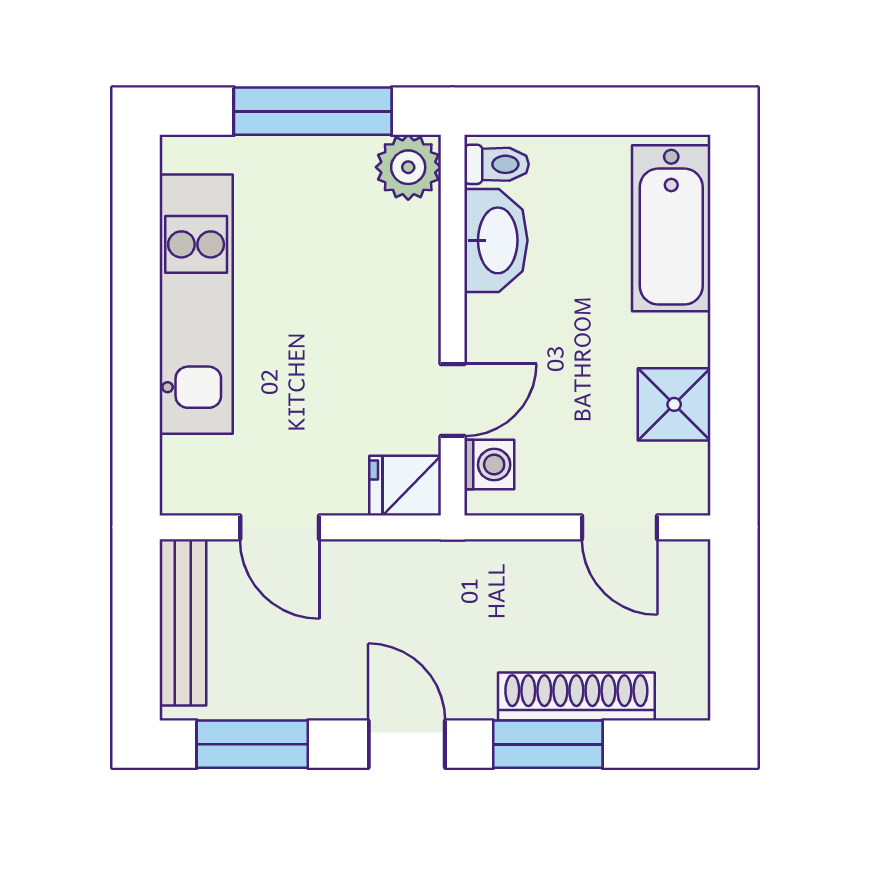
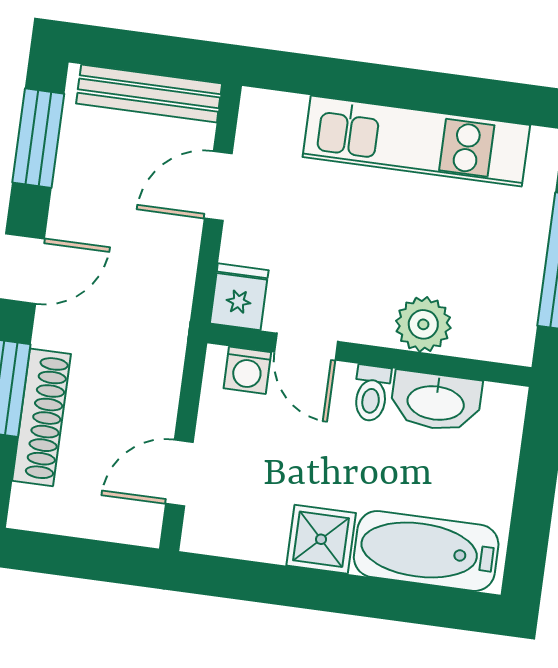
toilet: (496, 164) -> (372, 393), moved
plant: (408, 167) -> (423, 324), moved
shower: (674, 404) -> (321, 539), moved

